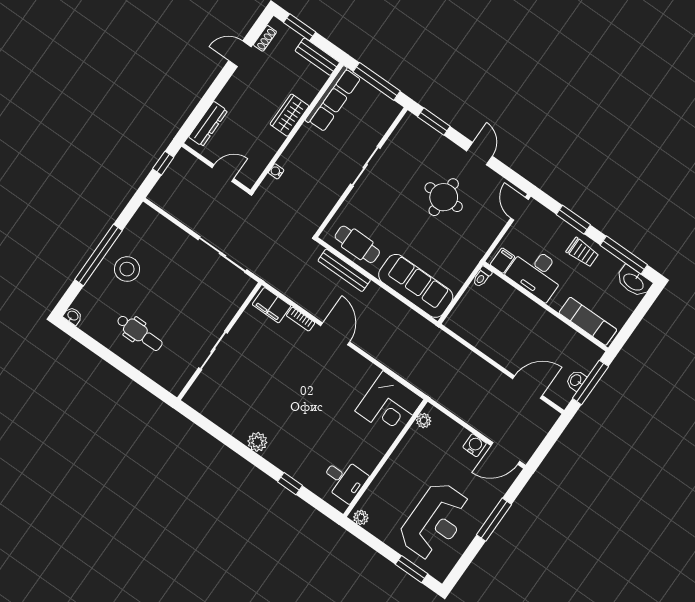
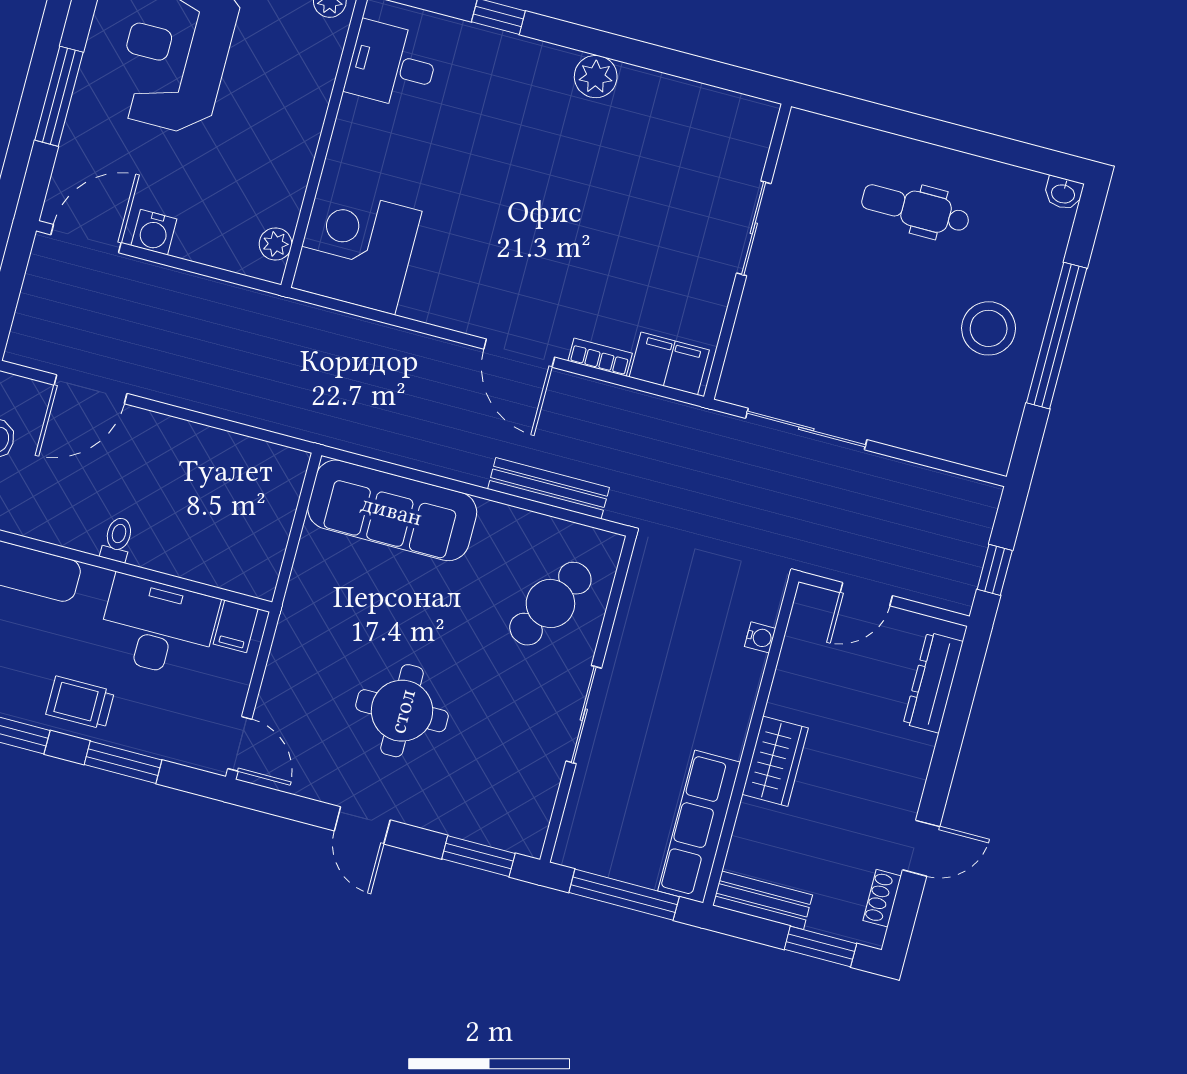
cafe table: (357, 244) -> (550, 604), moved, turned -61
toilet: (482, 277) -> (117, 539), moved

